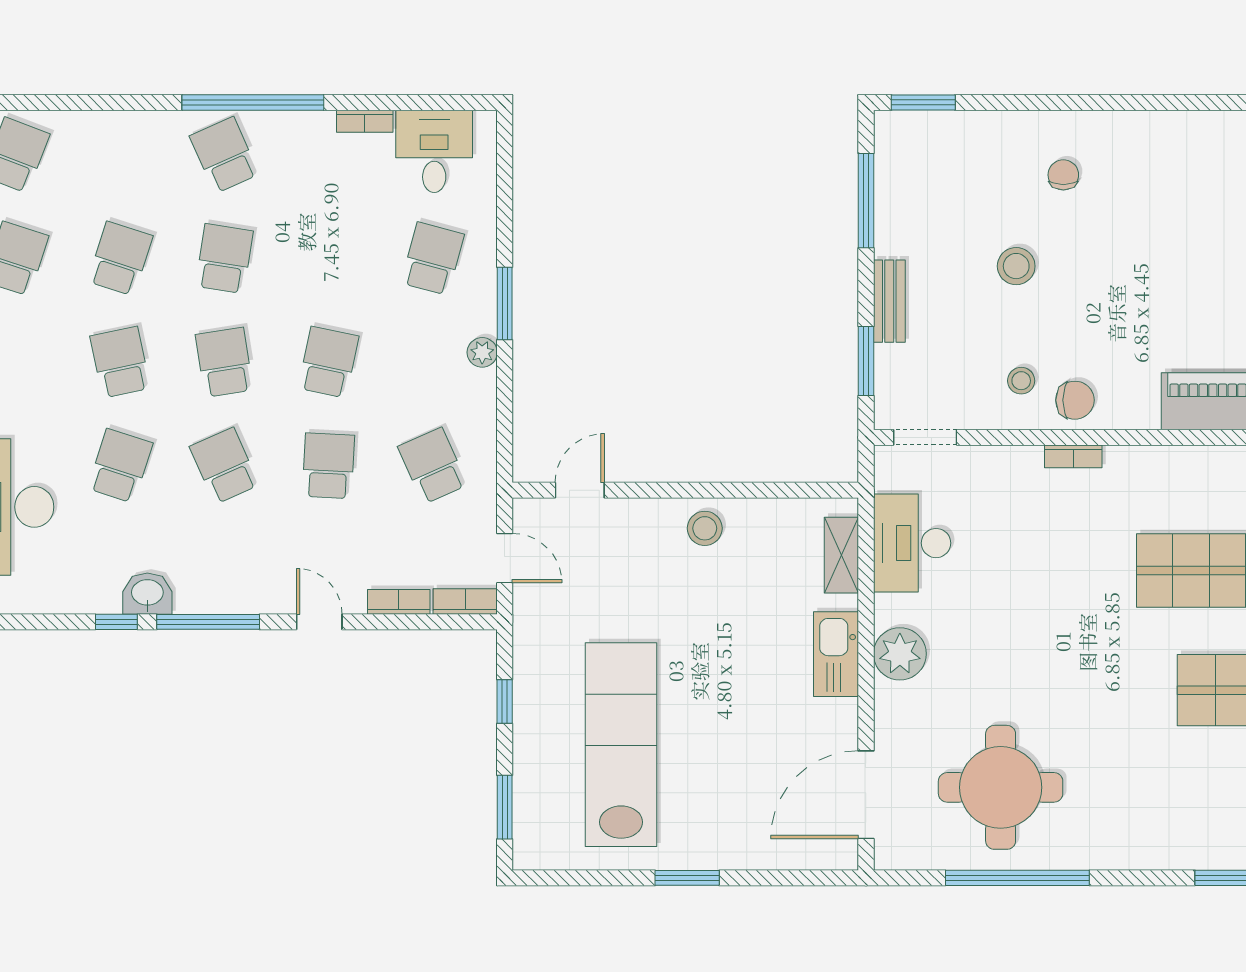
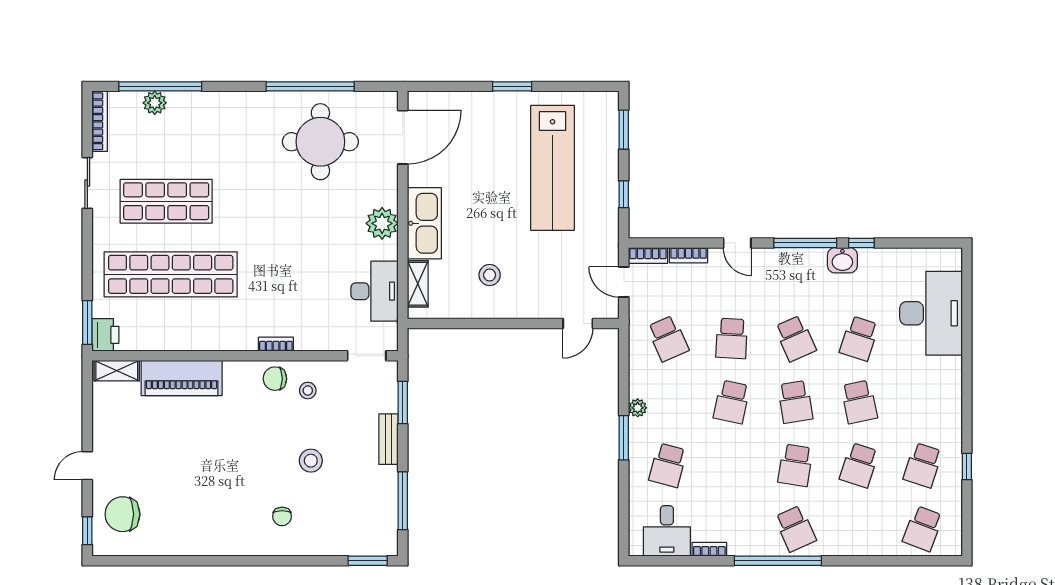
stool: (705, 528) -> (490, 275), moved
kitchen sink: (836, 654) -> (424, 223), width x1.36, depth x1.24

